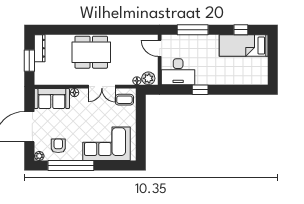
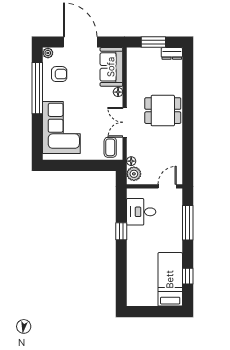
dresser: (40, 48) -> (172, 53), width x0.70
dining table: (91, 52) -> (163, 111), width x0.73
desk: (178, 72) -> (141, 212), width x0.73

